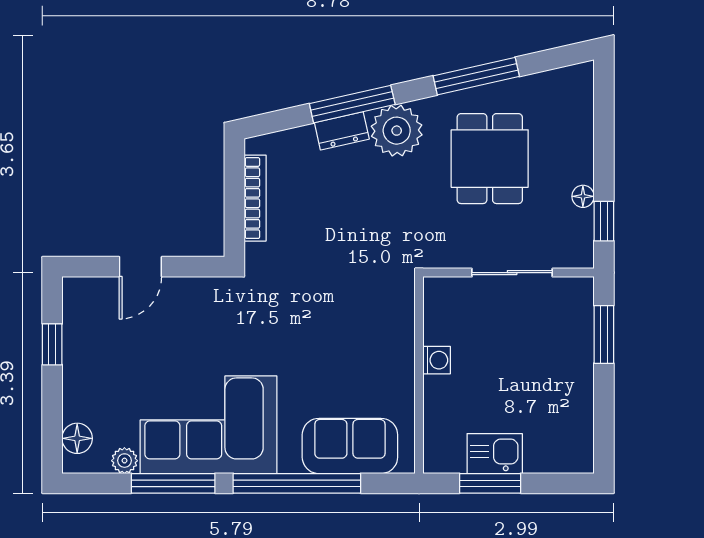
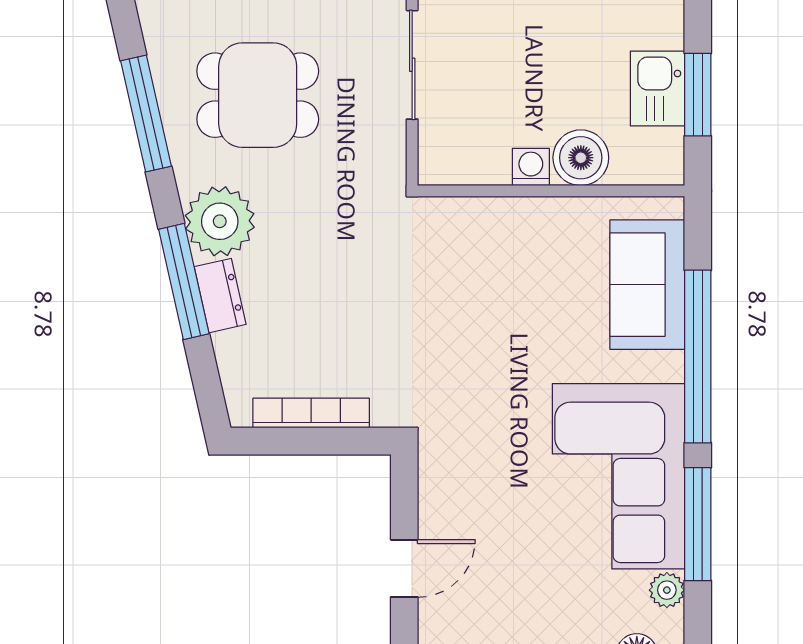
door: (140, 267) -> (404, 568), hinge flipped
boiler: (444, 397) -> (581, 158), added

